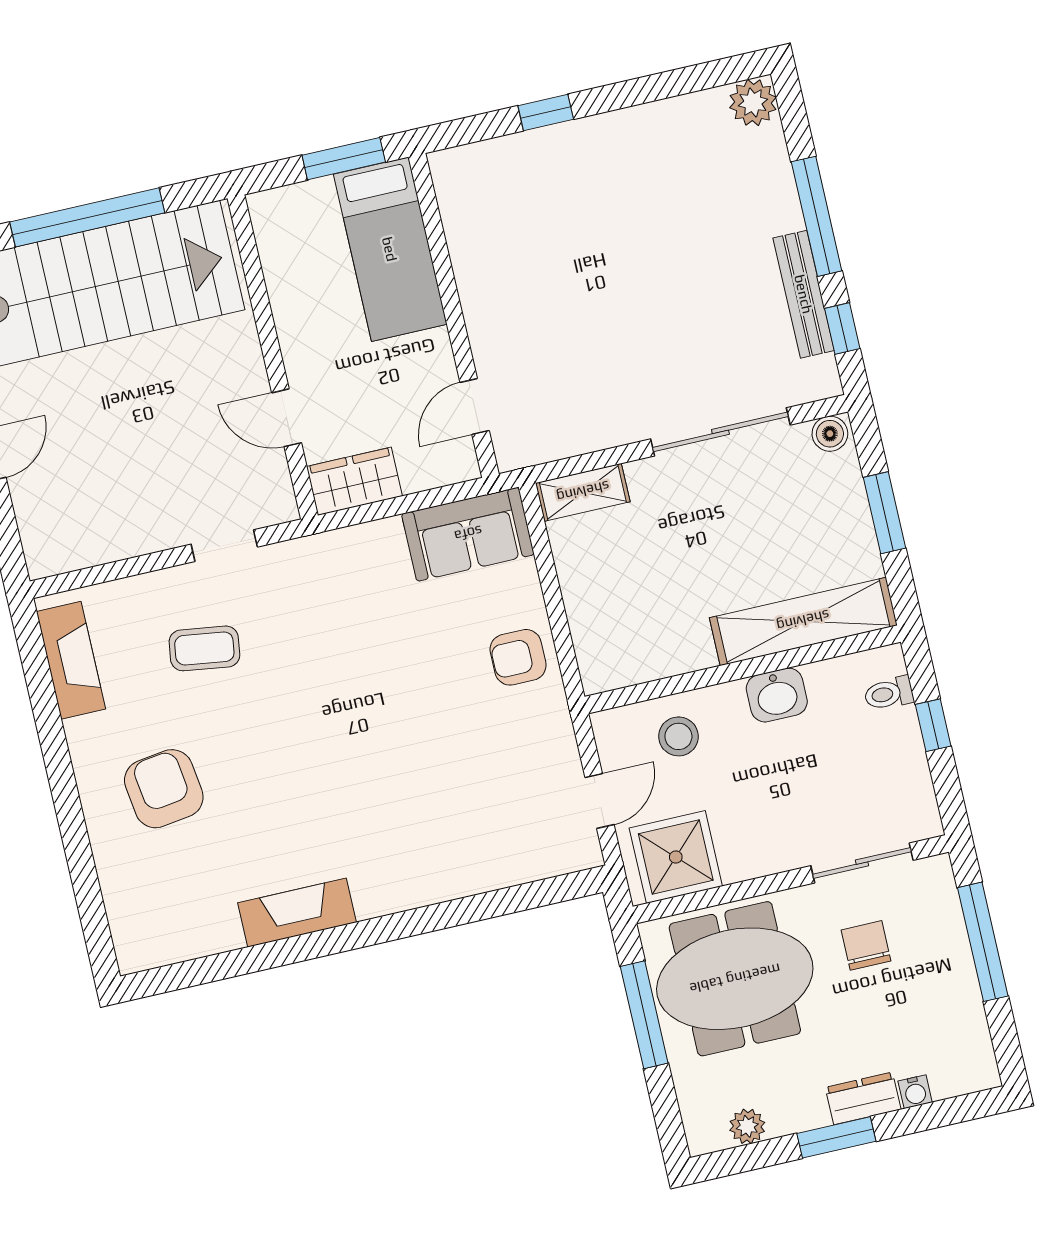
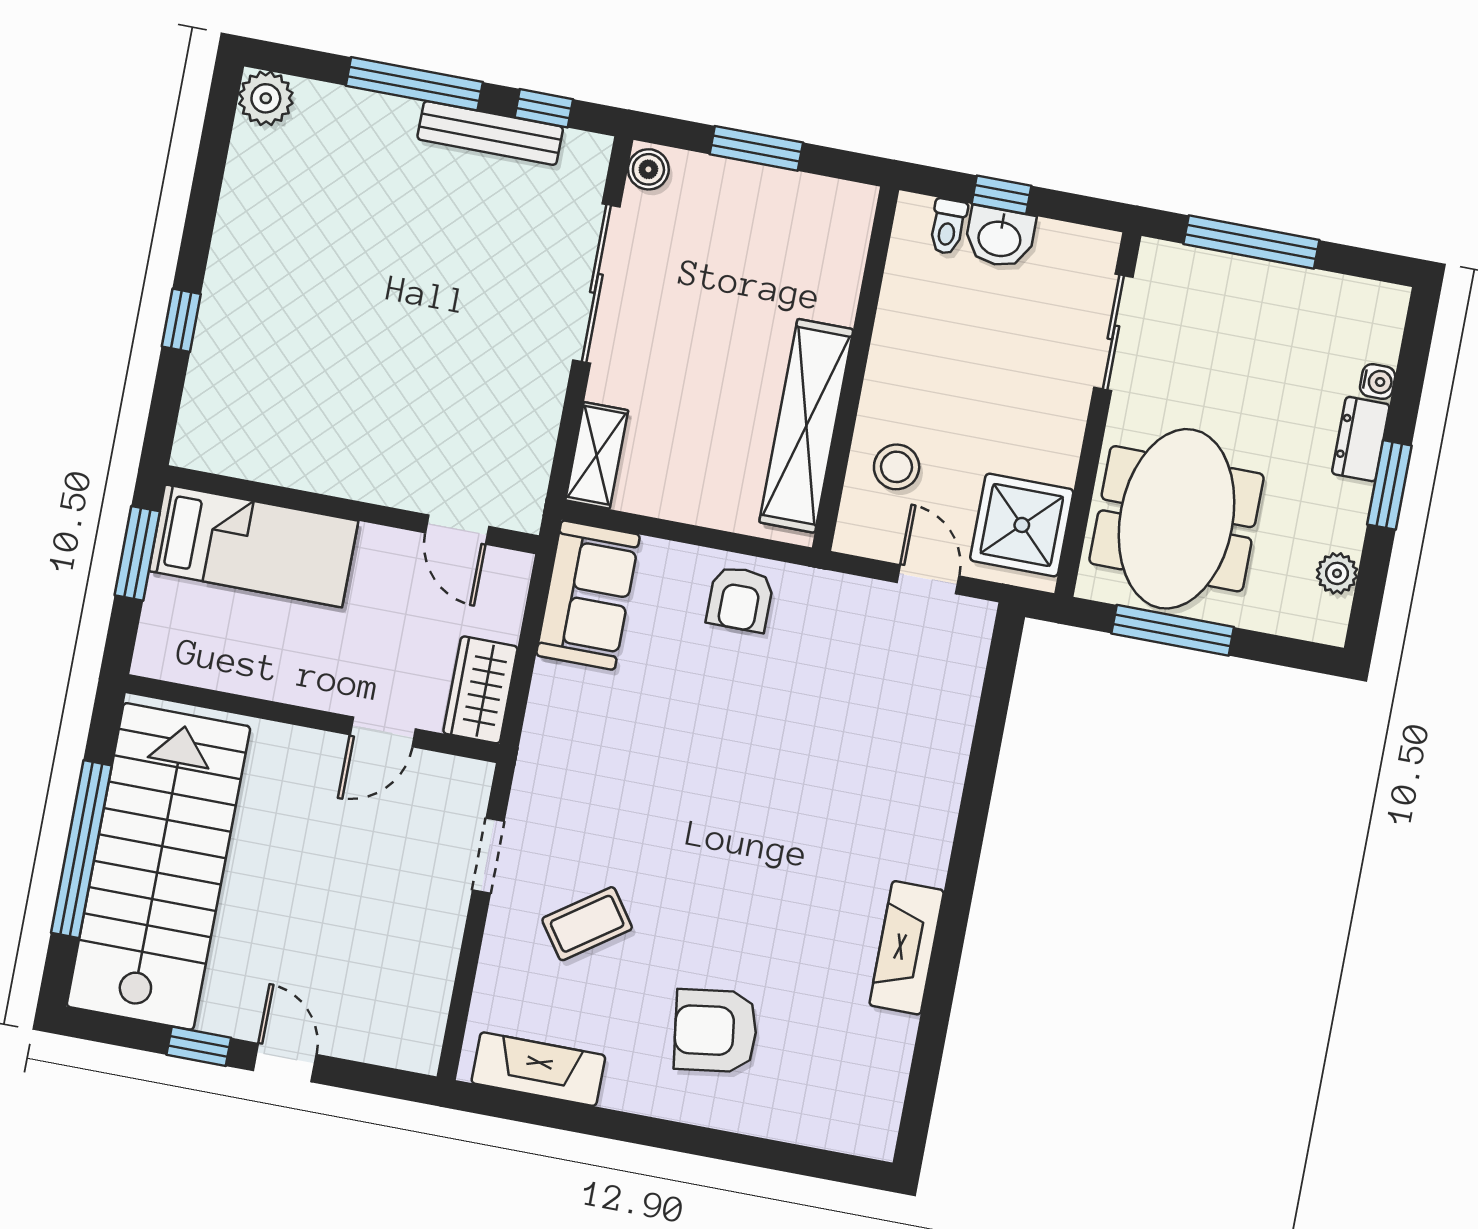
shelving: (803, 621) -> (806, 426), moved
coffee table: (204, 648) -> (587, 924), turned 47
washbasin: (777, 695) -> (1000, 237), moved, turned 90
chair: (866, 945) -> (1202, 366), removed

